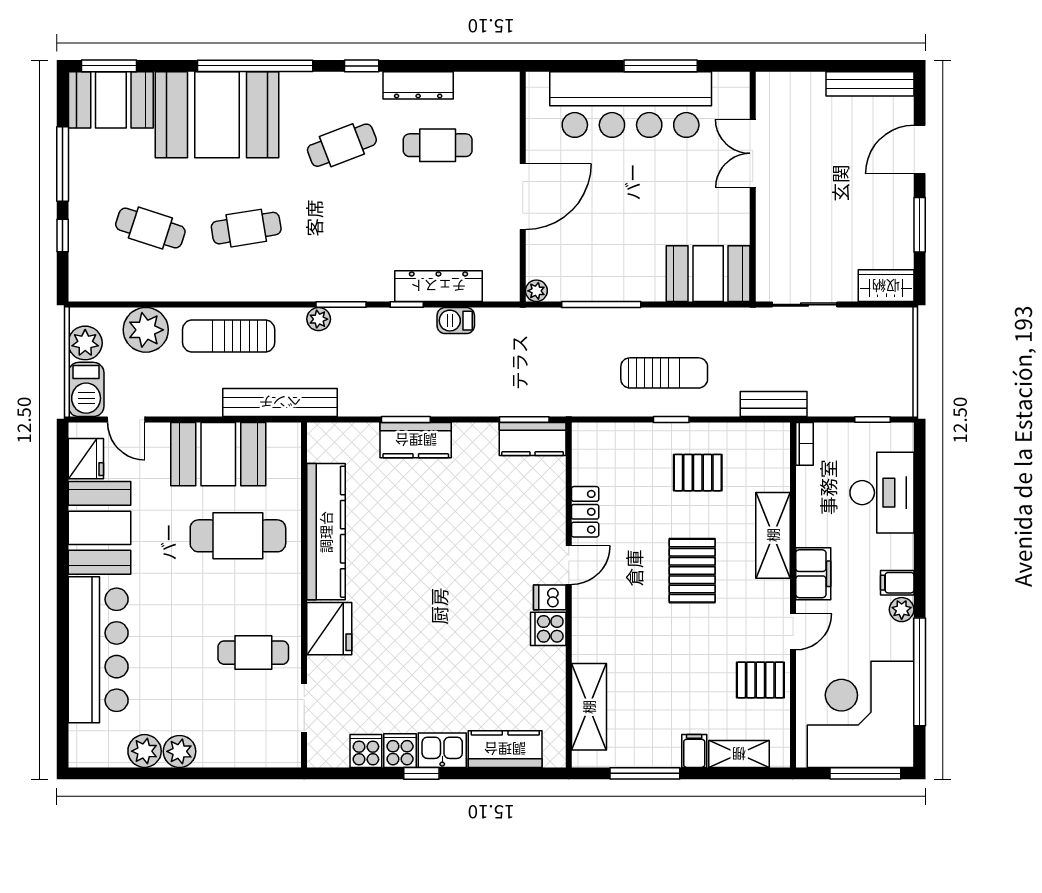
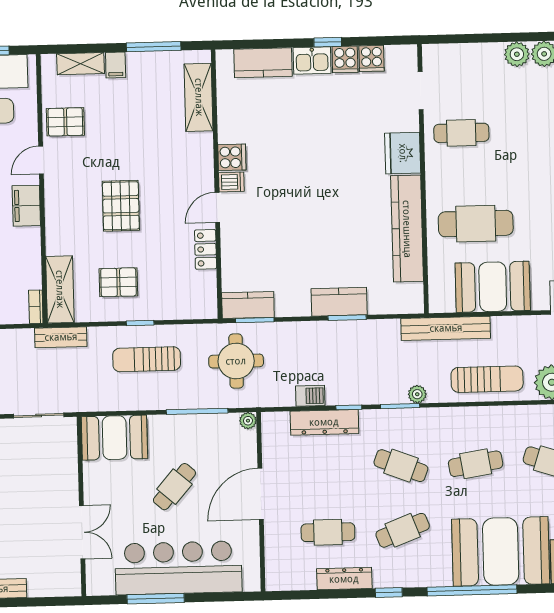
cafe table: (633, 209) -> (174, 487), added
cafe table: (342, 228) -> (401, 466), added
round table: (550, 368) -> (236, 361), added
shelving: (773, 535) -> (60, 289), moved

